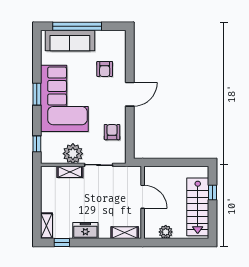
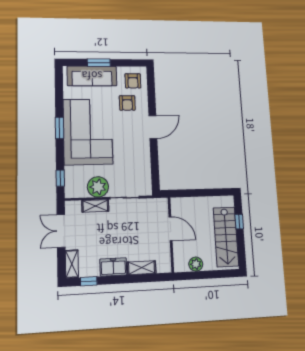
window: (77, 26) -> (99, 63), width x0.47
armchair: (112, 132) -> (133, 81), moved, turned 180
double door: (37, 195) -> (61, 231), added
shelving: (125, 233) -> (142, 268), moved

